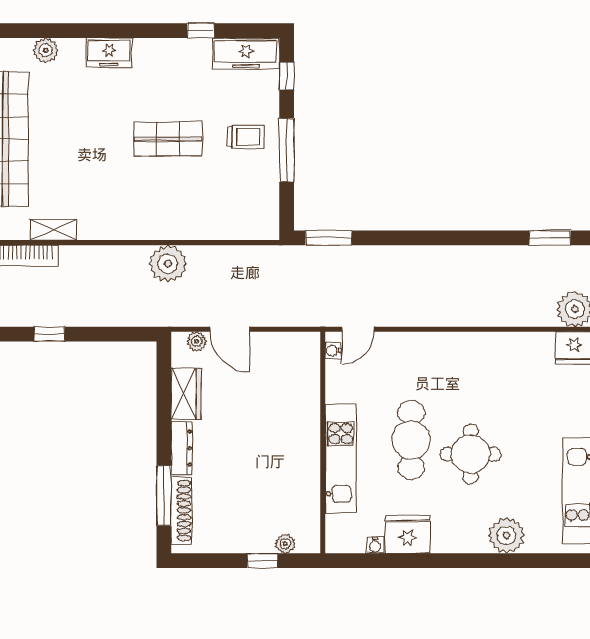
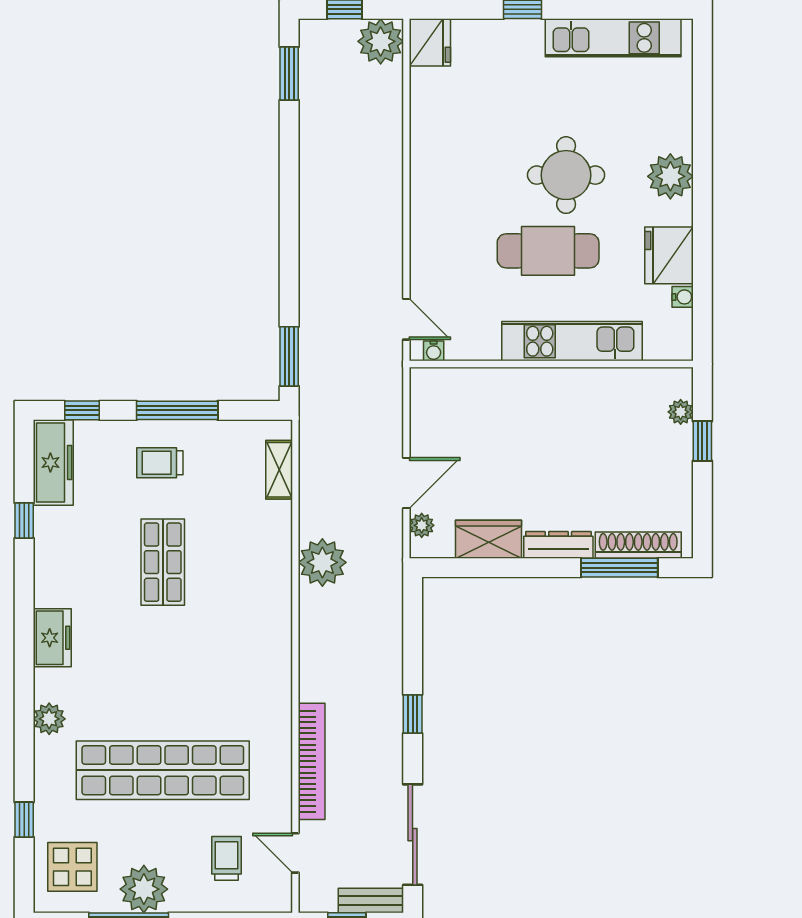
trolley: (246, 137) -> (160, 463), turned -90
shelving: (53, 230) -> (279, 470), moved
plant: (506, 536) -> (670, 176), moved

